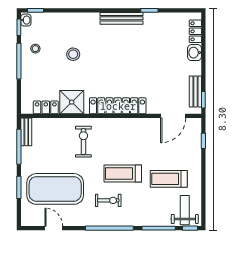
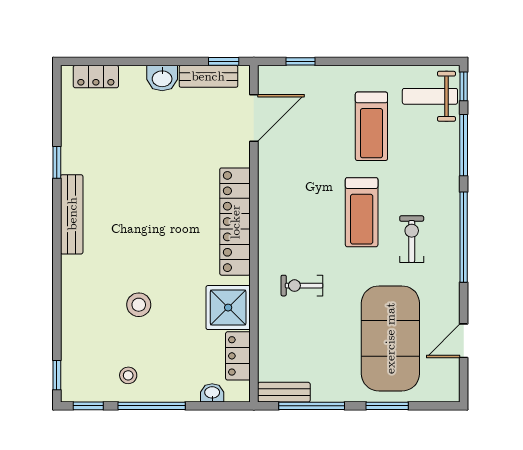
washbasin: (26, 20) -> (212, 393), moved
washbasin: (195, 53) -> (162, 78), moved
door: (173, 116) -> (254, 118), hinge flipped
exercise bike: (83, 142) -> (302, 286), width x0.73, depth x0.72

